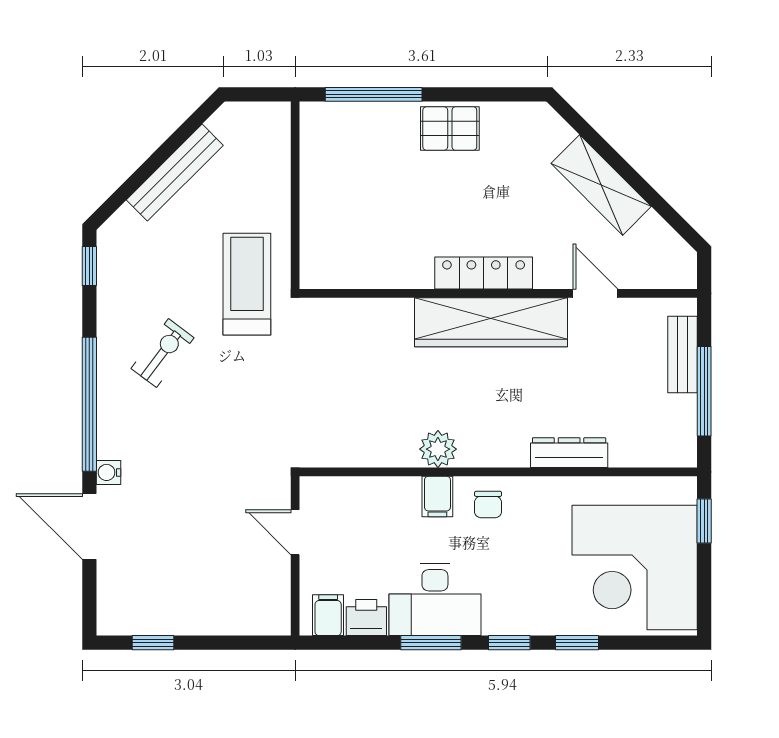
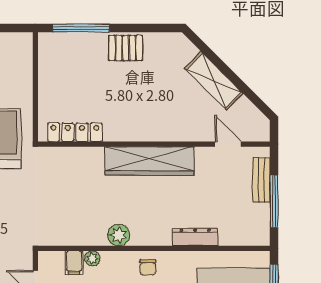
locker: (484, 273) -> (75, 132), moved
door: (595, 293) -> (228, 144), moved
plant: (393, 489) -> (92, 258), added
filing cabinet: (437, 496) -> (74, 263), moved

